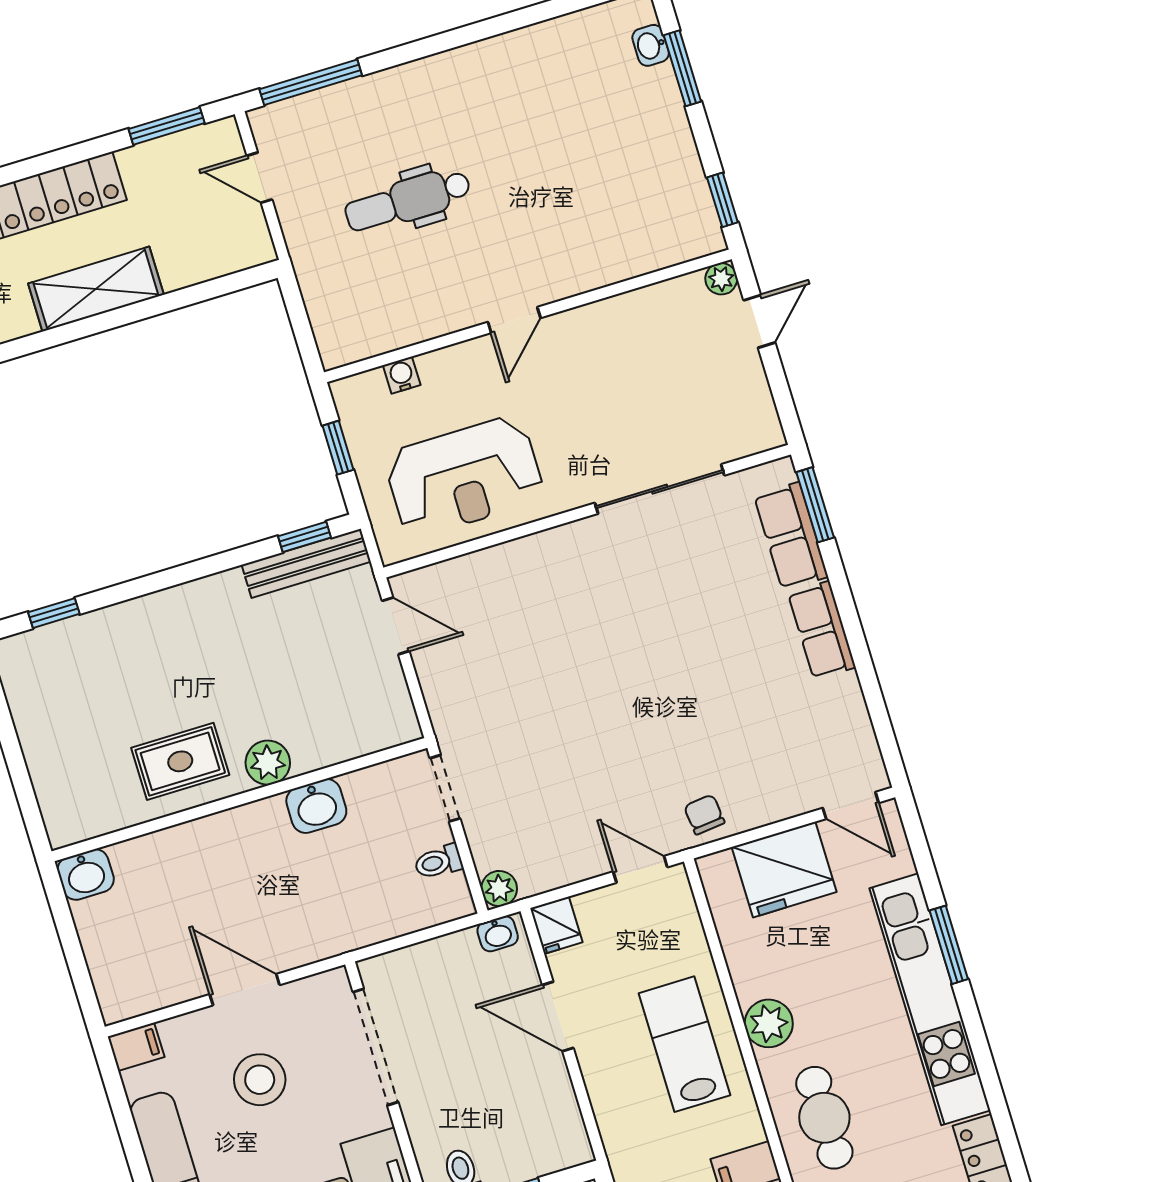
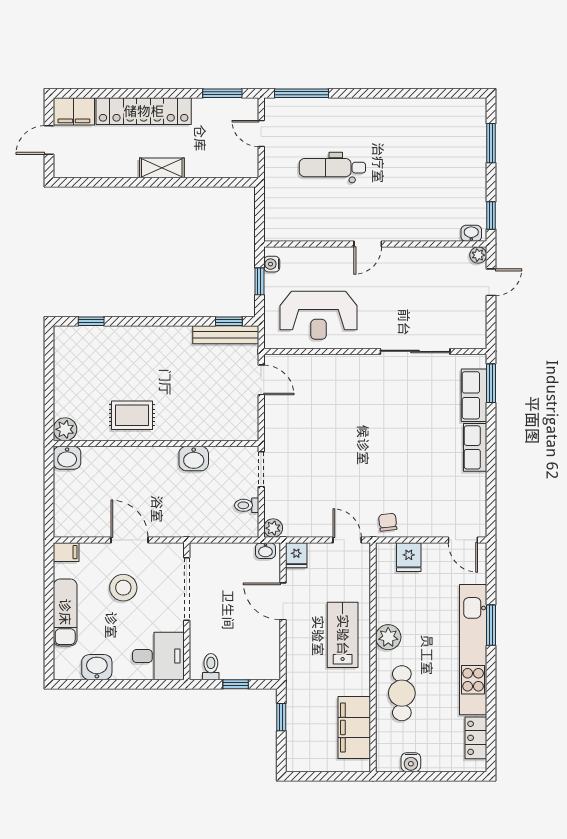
washbasin: (651, 45) -> (471, 233), moved, turned 90
shelving: (96, 289) -> (162, 168), width x0.67, depth x0.75
water cooler: (402, 375) -> (272, 264), moved, turned -90
plant: (268, 763) -> (65, 429), moved
fridge: (784, 870) -> (409, 557), width x0.53, depth x0.75

